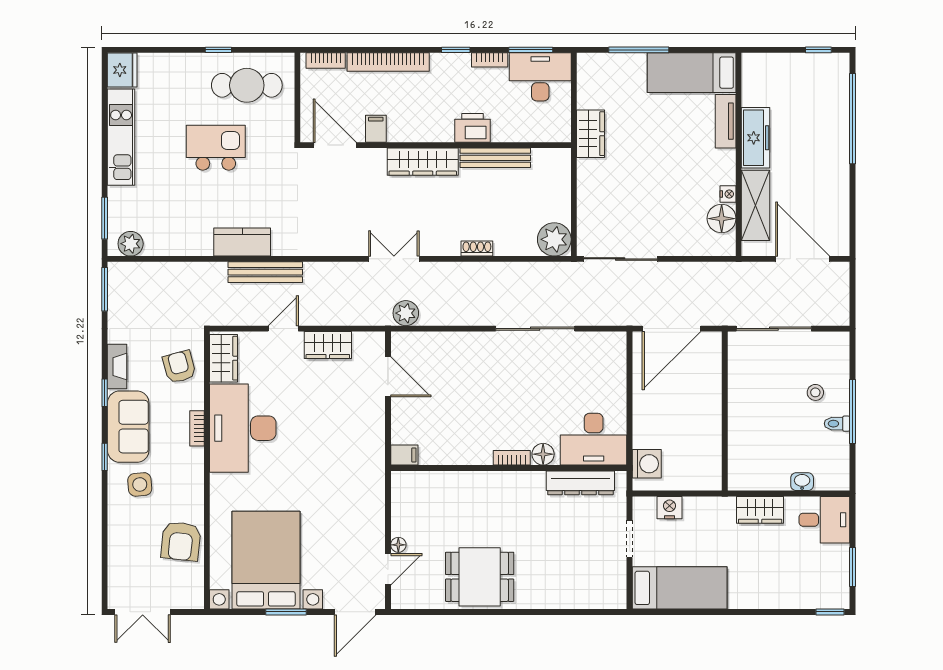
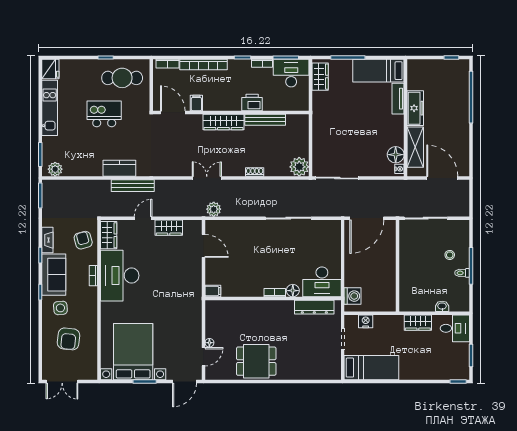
wardrobe: (590, 134) -> (320, 77), moved
nightstand: (728, 194) -> (399, 169), moved
armchair: (181, 541) -> (68, 339), moved

